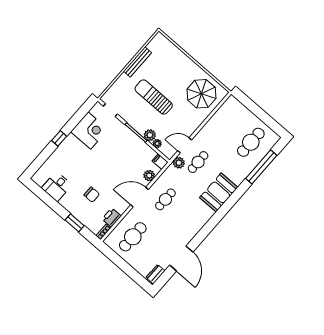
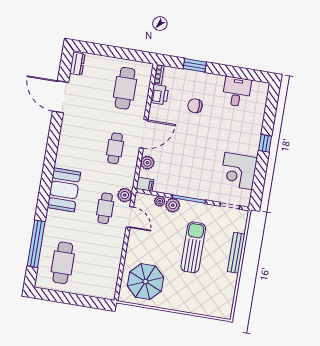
bench: (138, 62) -> (236, 253), moved
sun lounger: (154, 97) -> (193, 247), turned -90
door: (185, 145) -> (130, 217), hinge flipped

